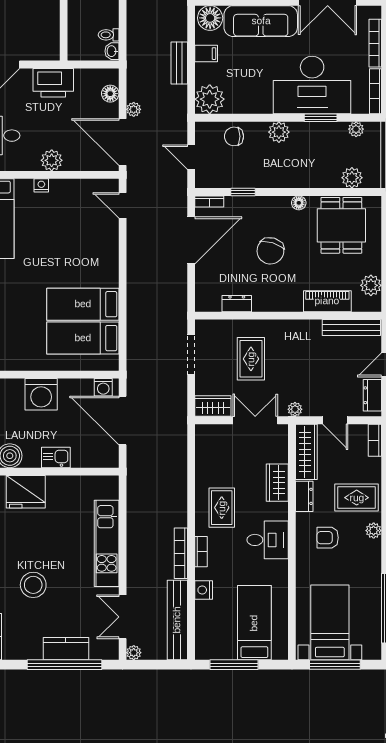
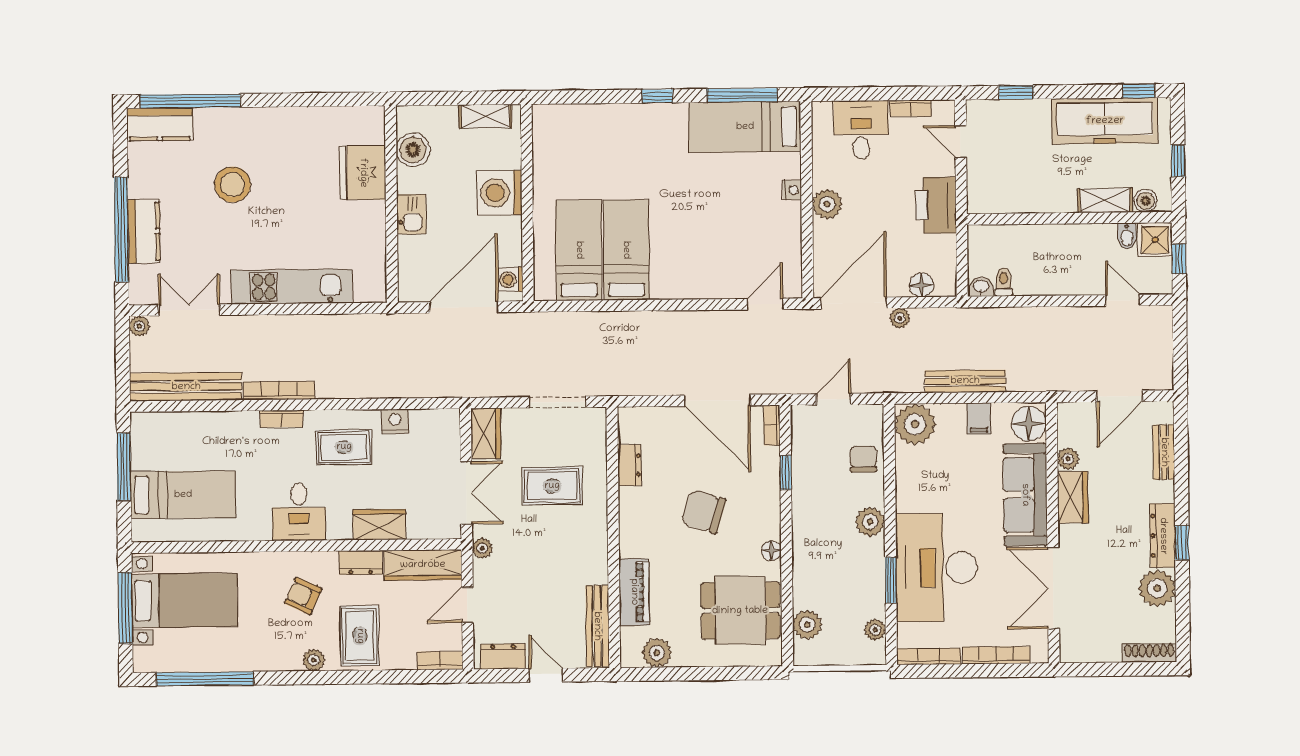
bench: (179, 63) -> (965, 381), width x1.36
armchair: (328, 538) -> (303, 596), turned -65
nightstand: (204, 590) -> (395, 421), moved

